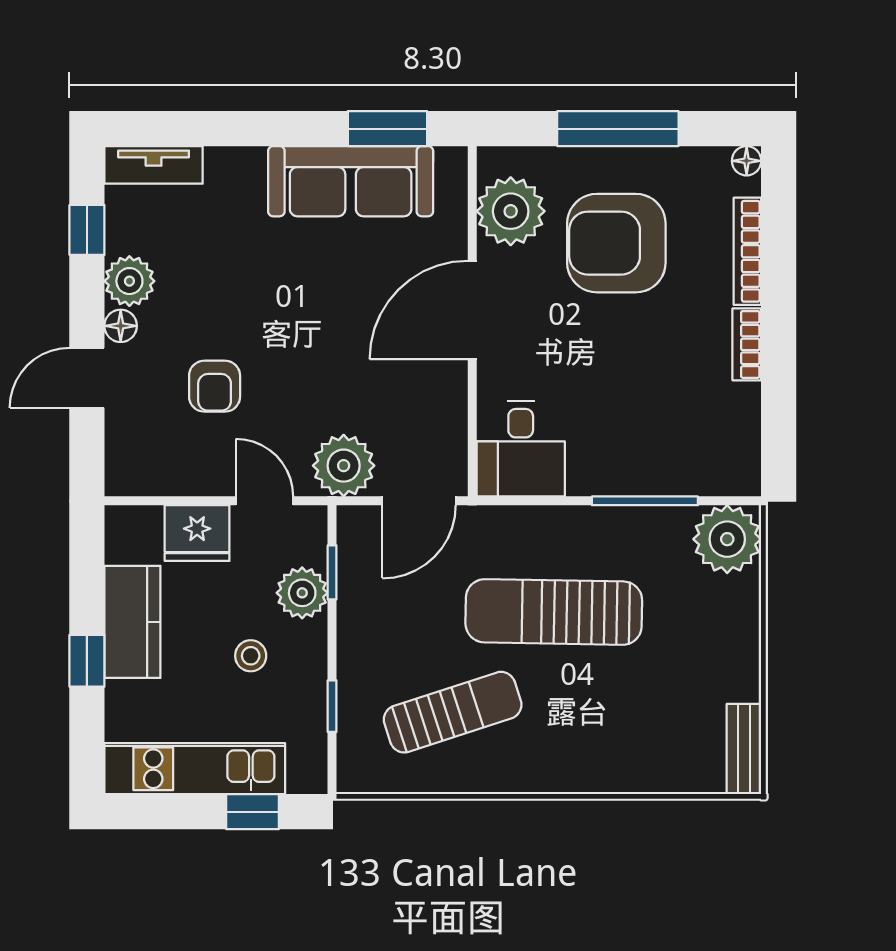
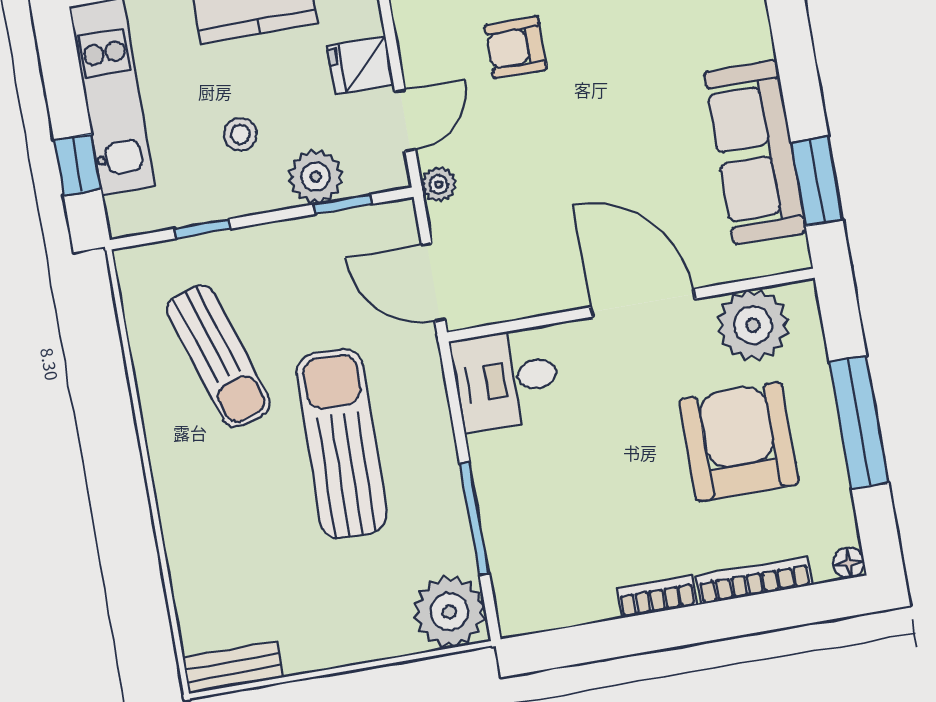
plant: (344, 466) -> (439, 184), width x0.53, depth x0.53
fridge: (197, 533) -> (361, 65), width x0.72

